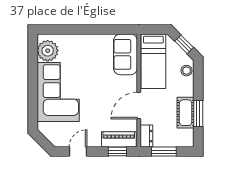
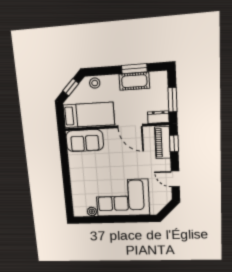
plant: (48, 51) -> (92, 212), width x0.53, depth x0.53

